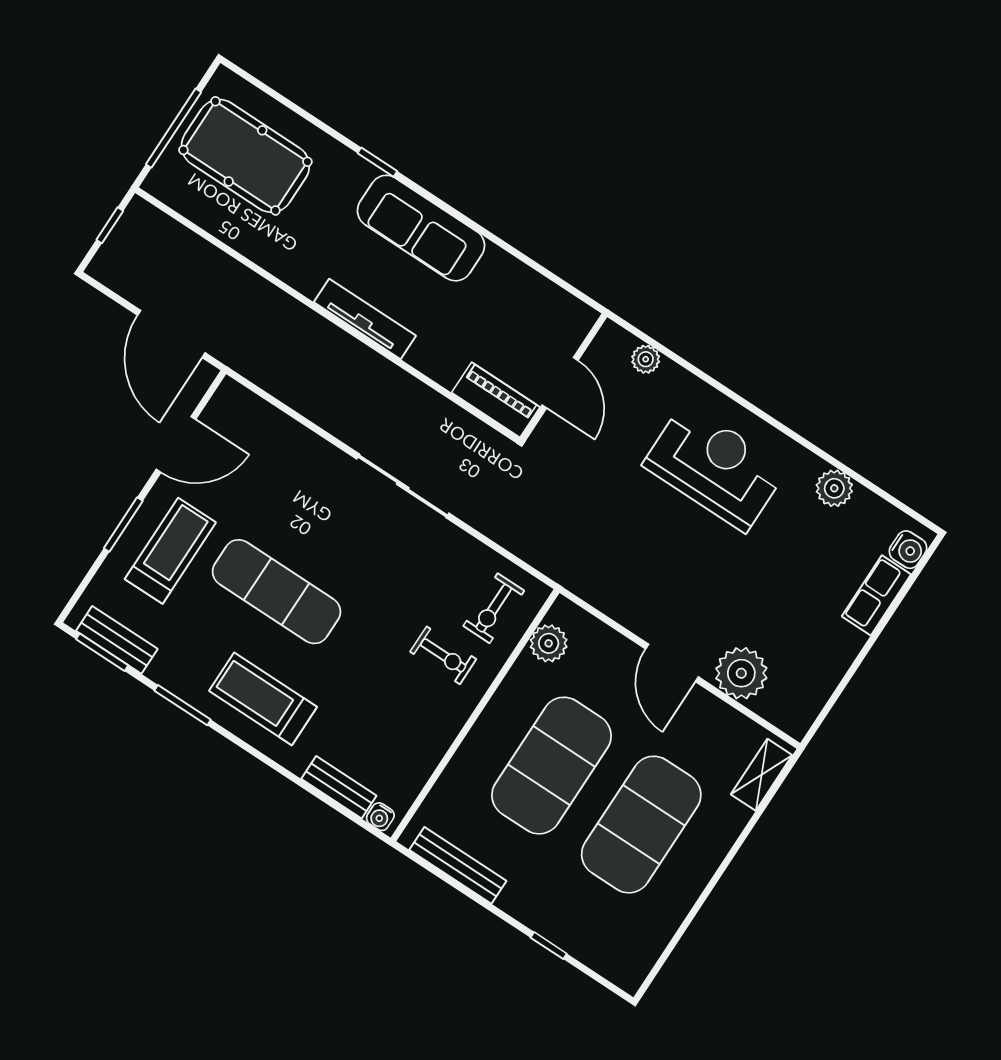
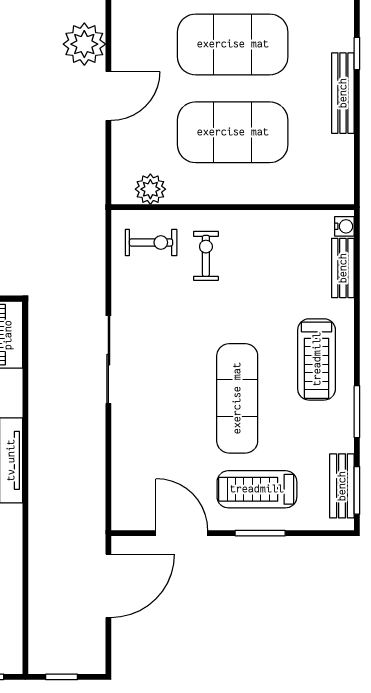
bench: (458, 865) -> (343, 93), moved

